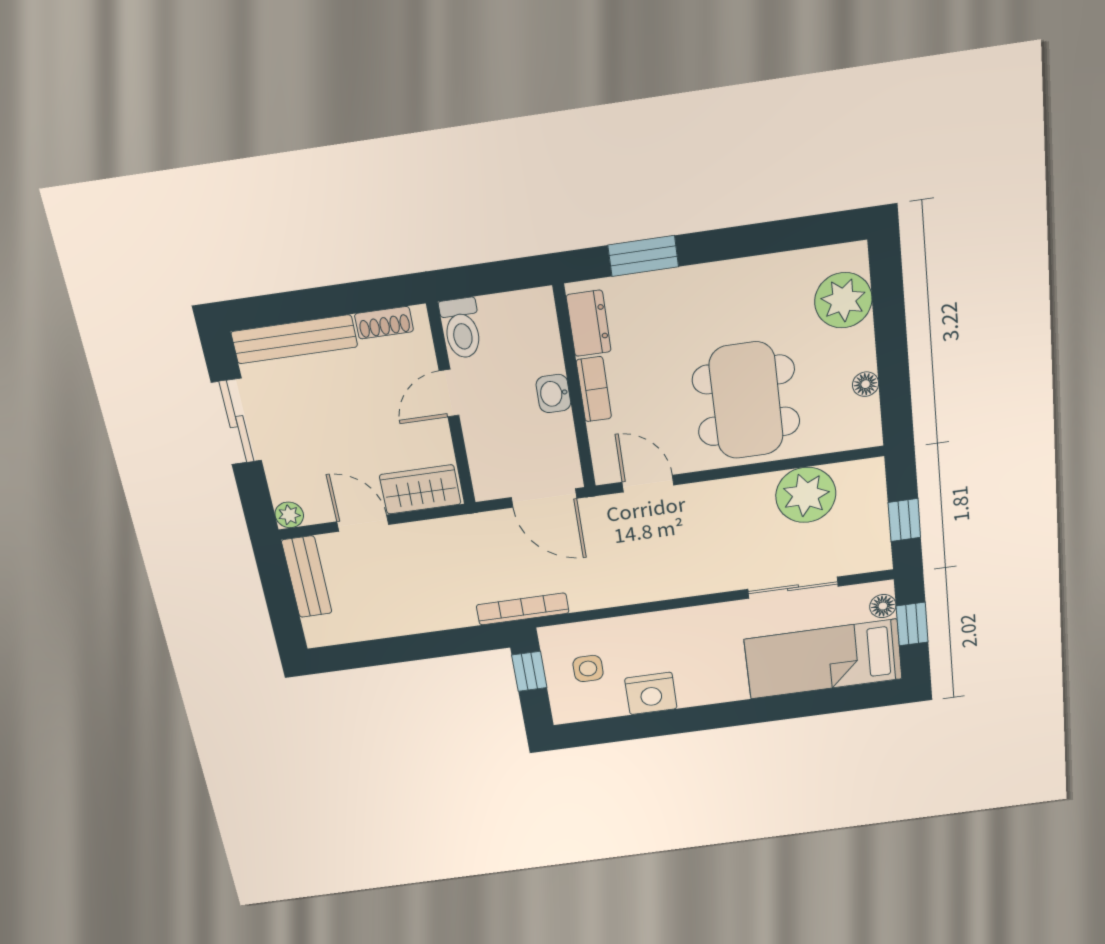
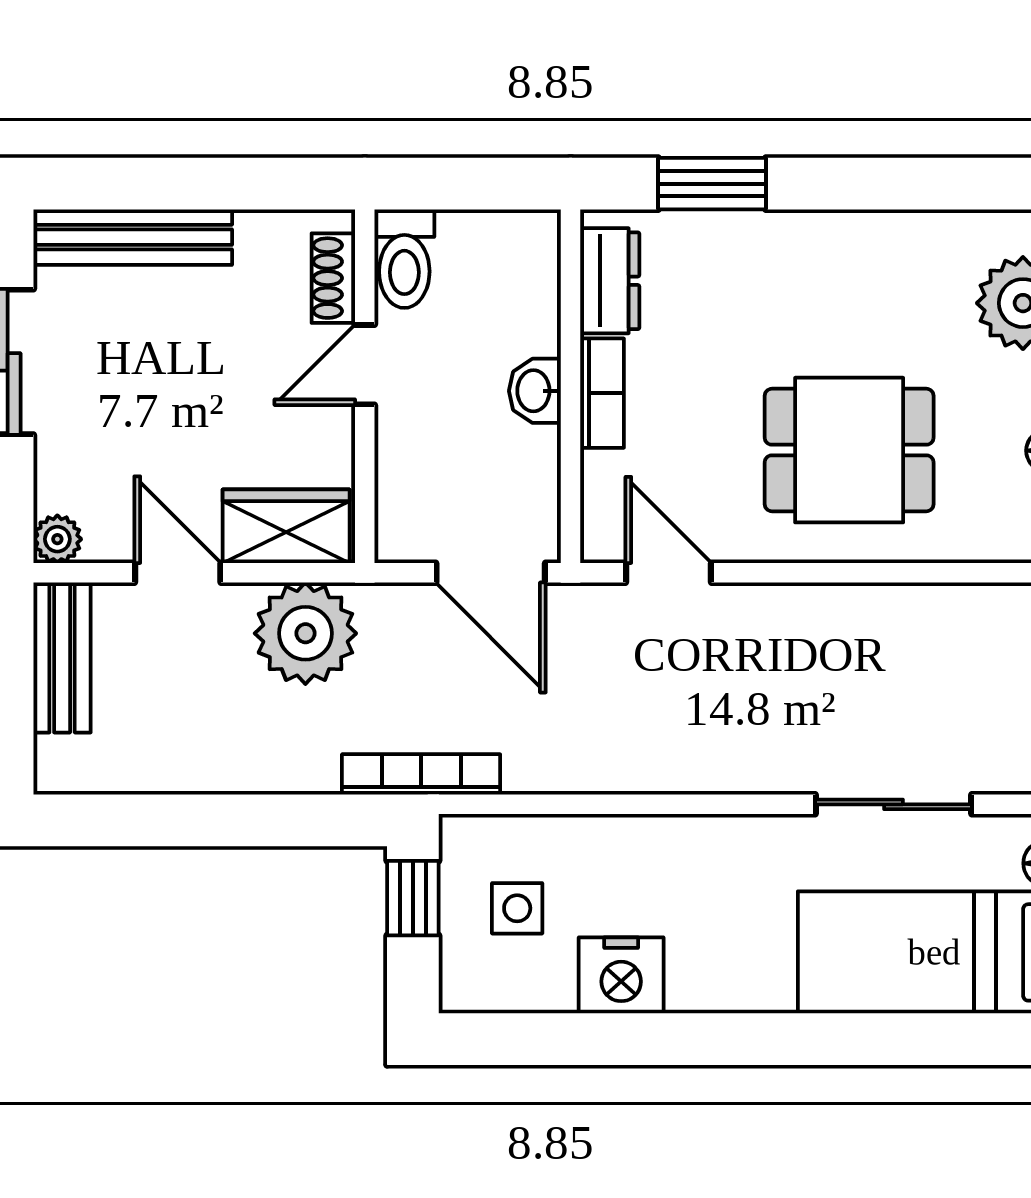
shoe rack: (384, 323) -> (333, 278), moved, turned 90
dining table: (746, 401) -> (849, 450), width x0.73
plant: (806, 495) -> (305, 633), moved

